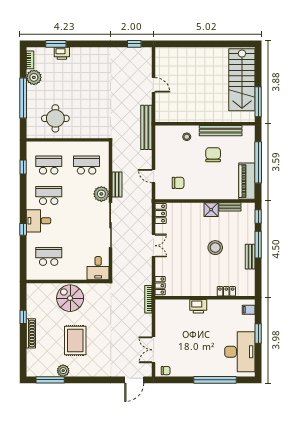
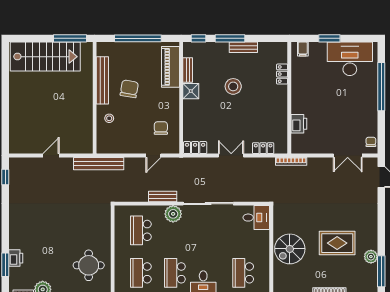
chair: (213, 155) -> (129, 89), turned 100
piano: (247, 181) -> (170, 67), moved, turned 90
locker: (160, 286) -> (263, 148), moved
printer: (198, 306) -> (299, 124), moved

